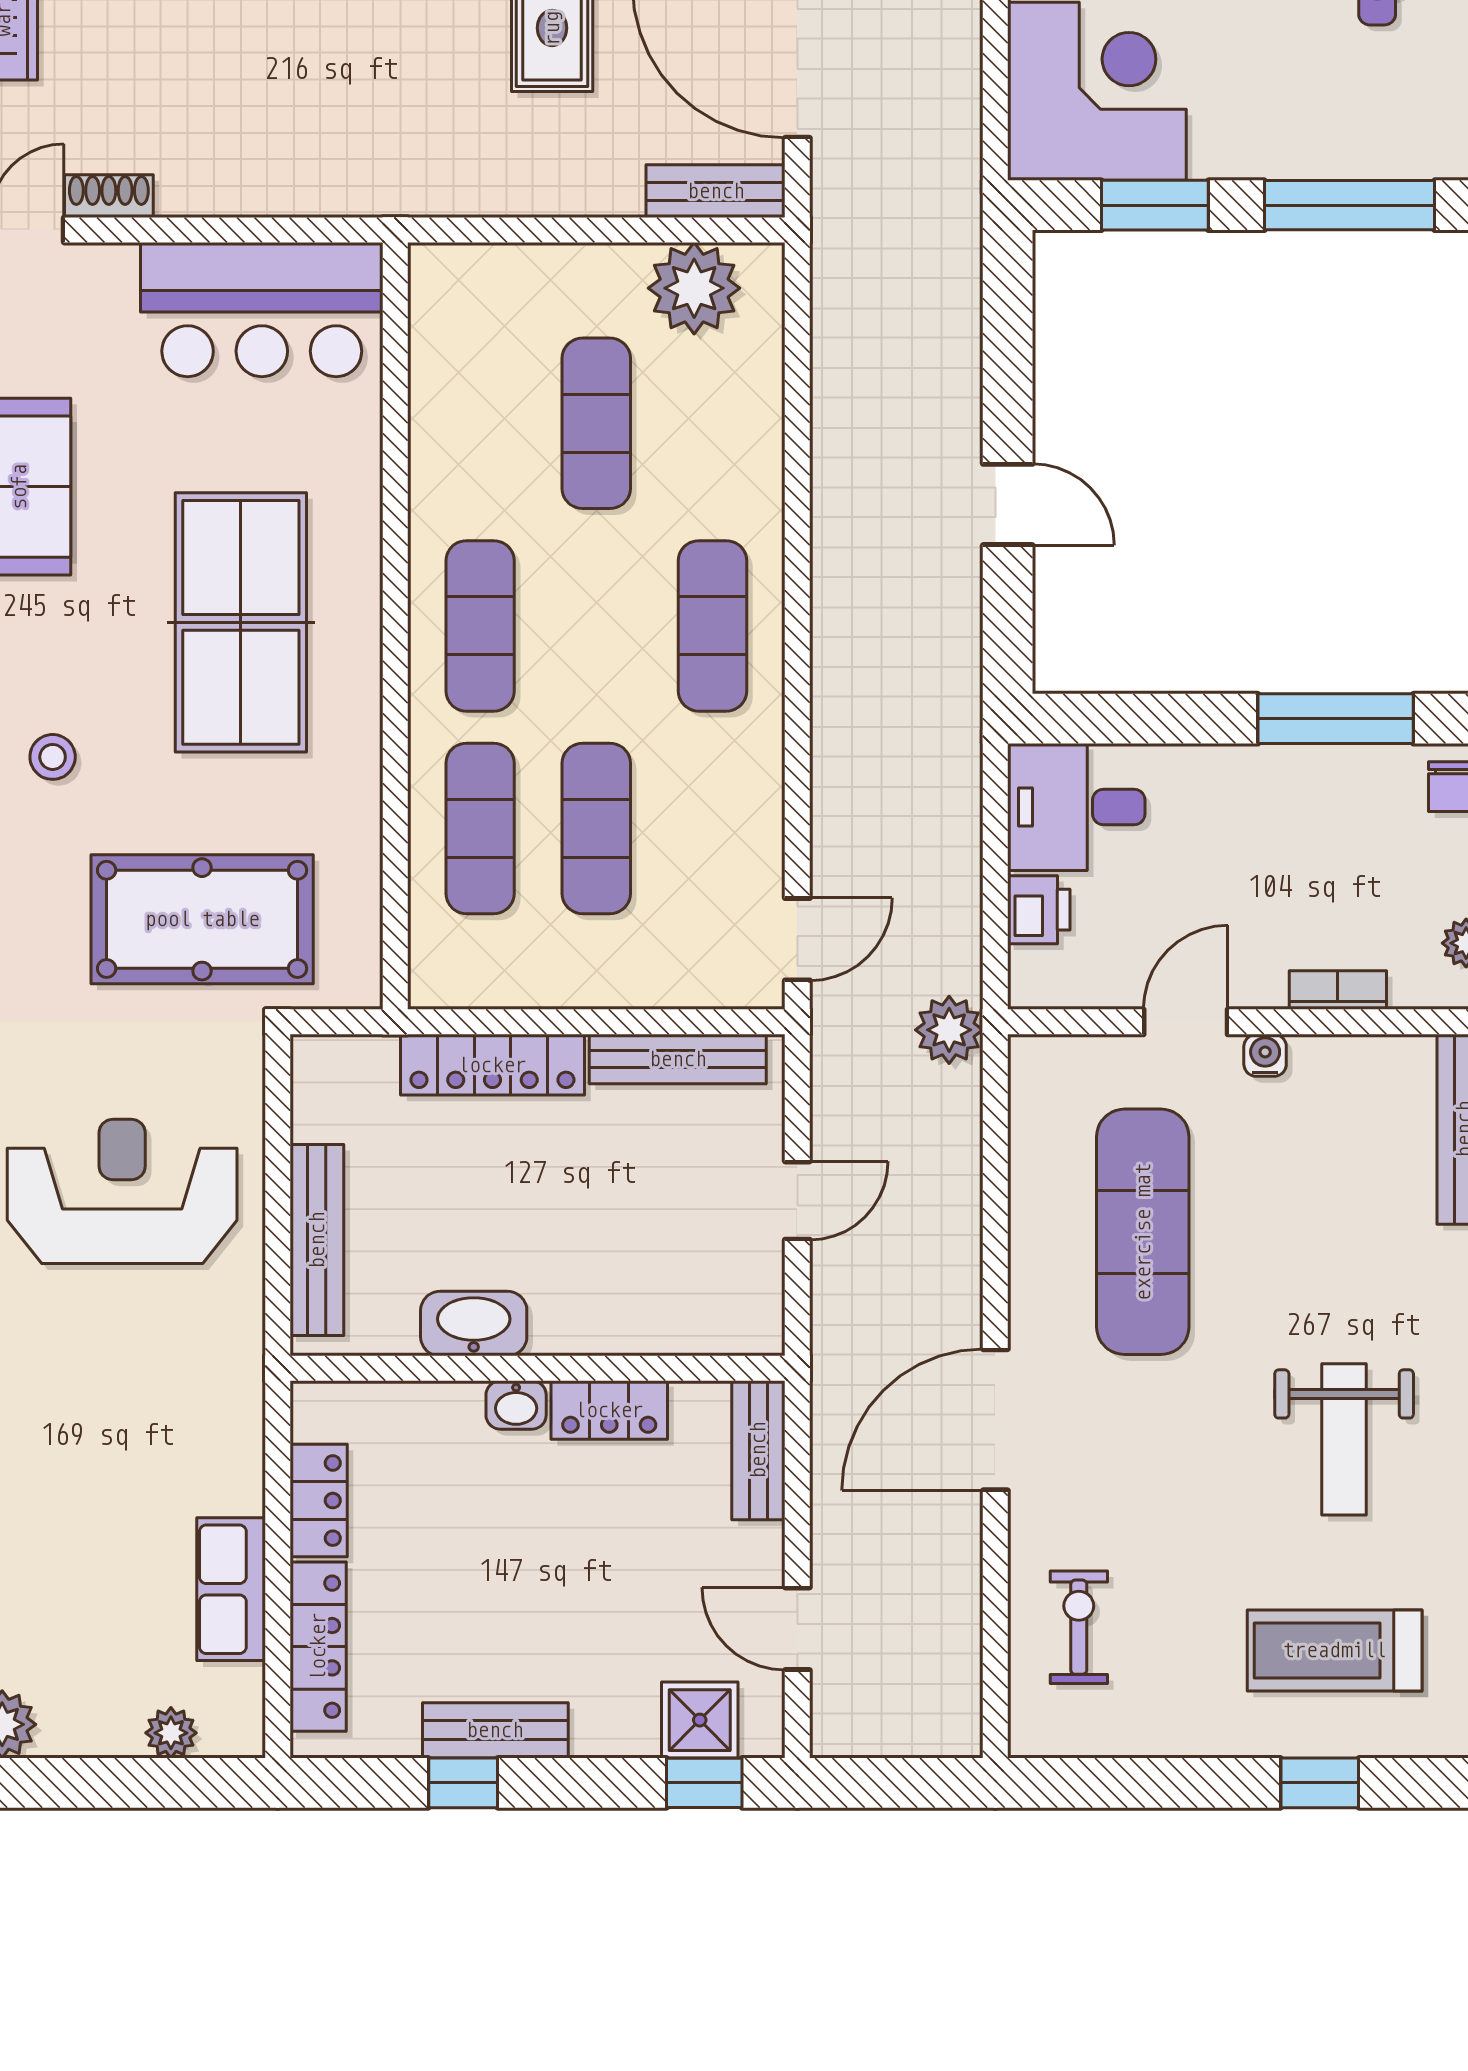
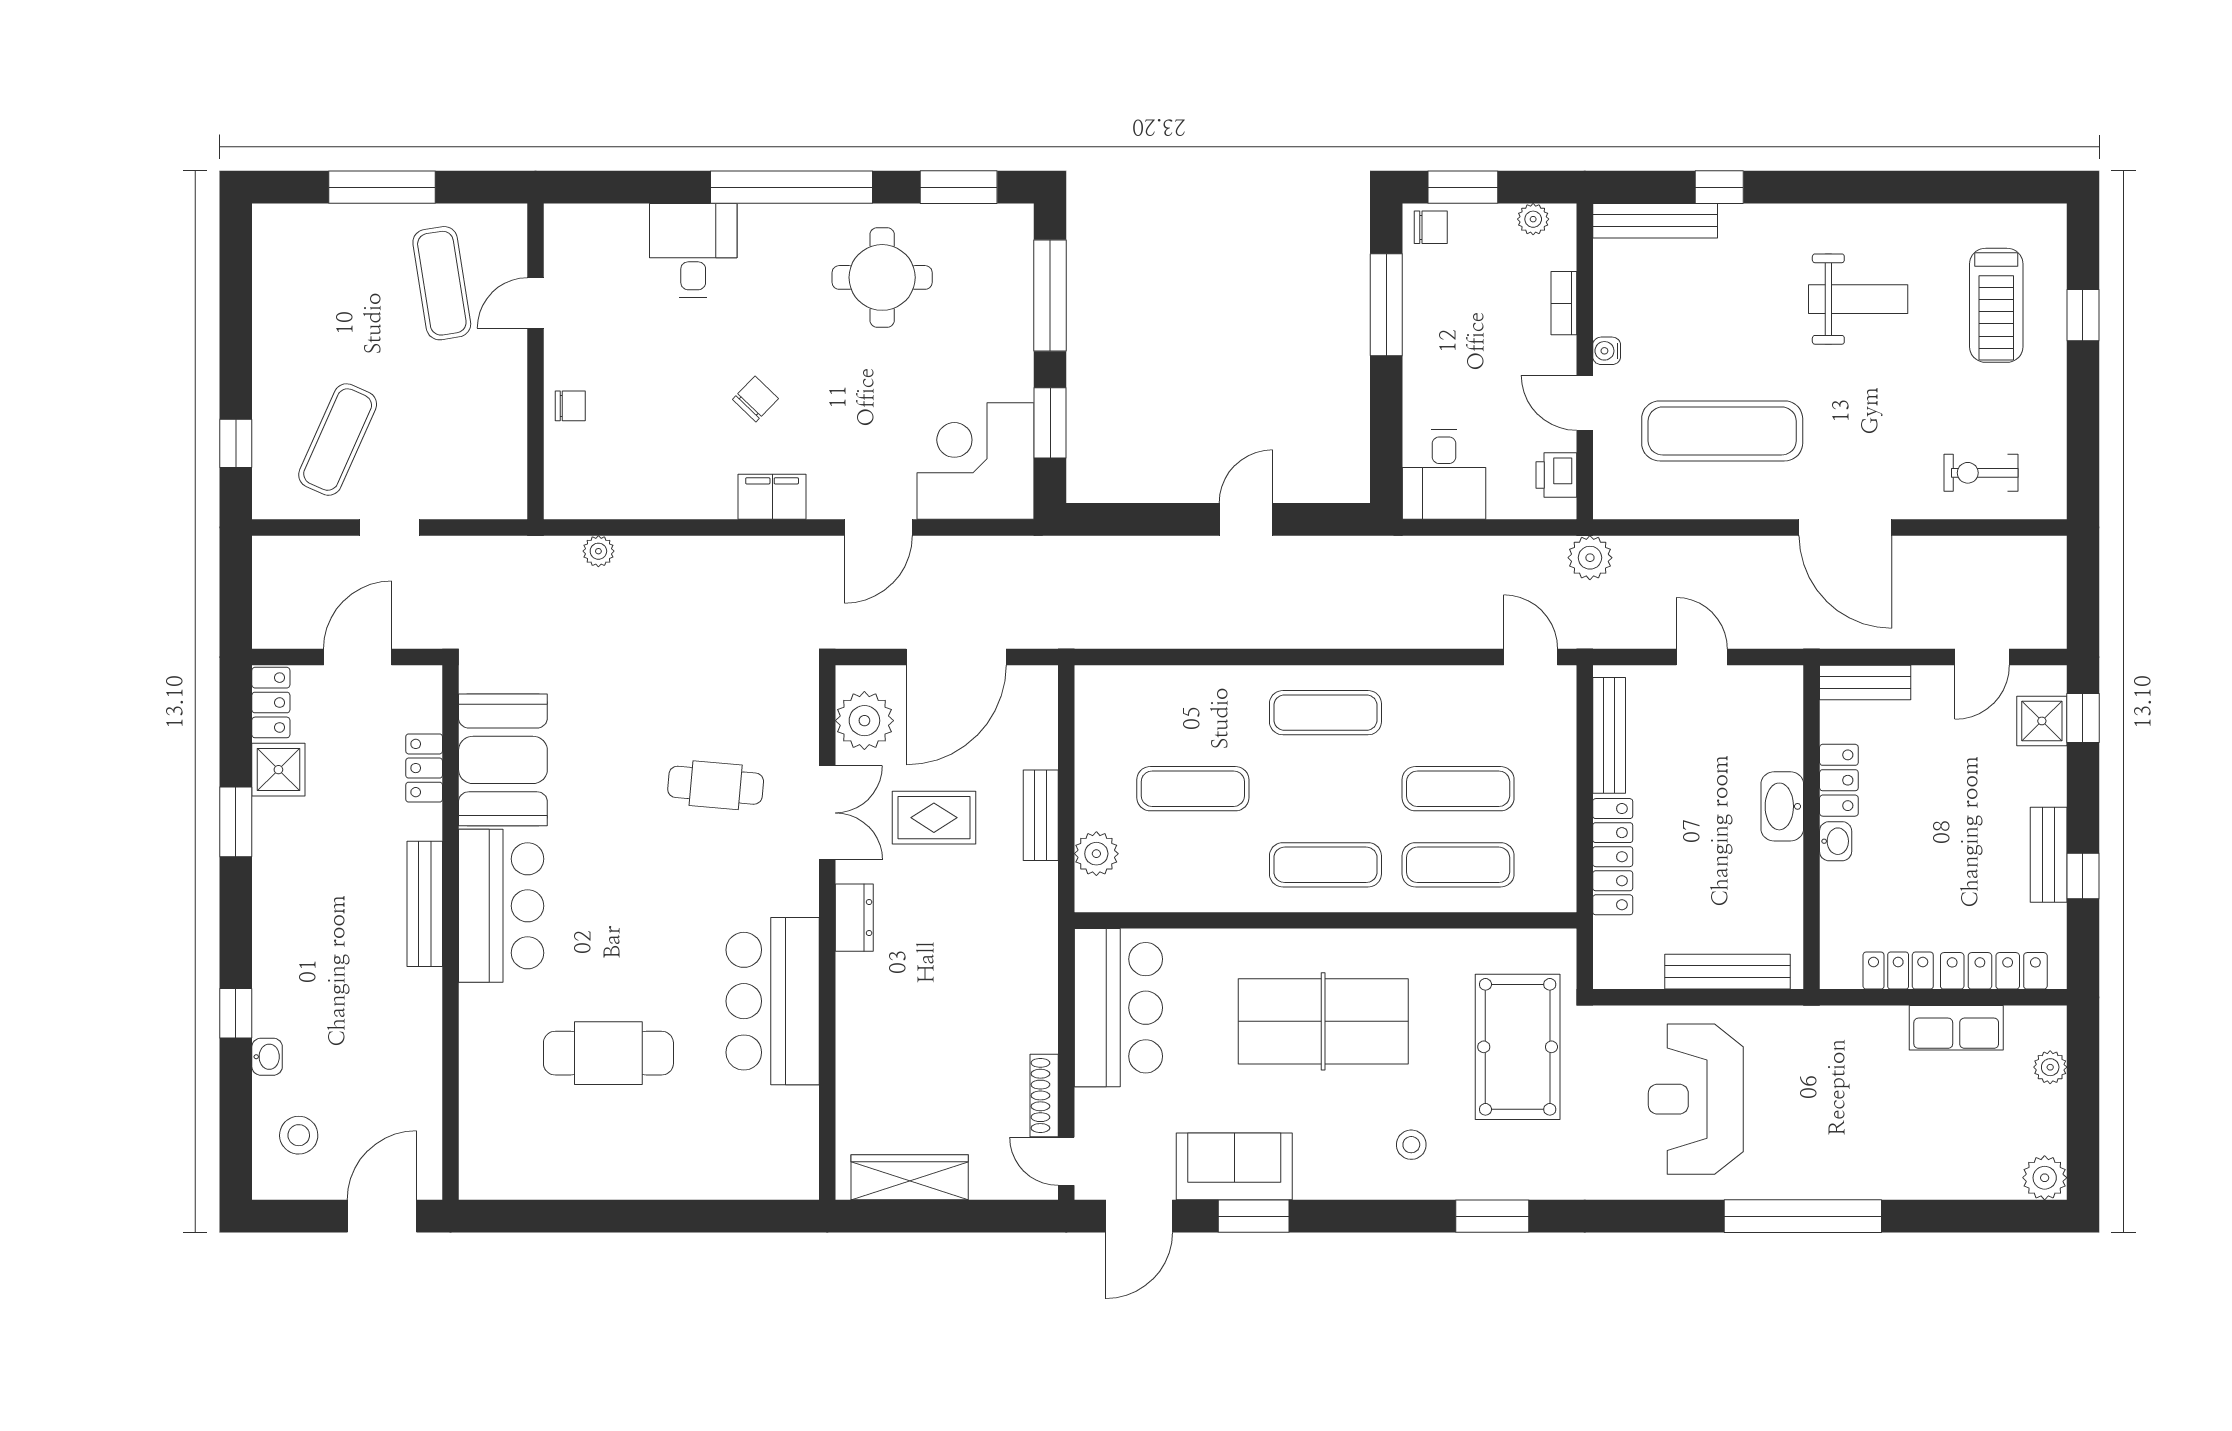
bench: (716, 191) -> (1041, 815), moved
shoe rack: (109, 196) -> (1044, 1095), width x1.43
plant: (694, 288) -> (1096, 854), moved, width x0.73, depth x0.73
printer: (1039, 910) -> (1556, 475), moved, turned -90
washbasin: (474, 1324) -> (1782, 806), moved

